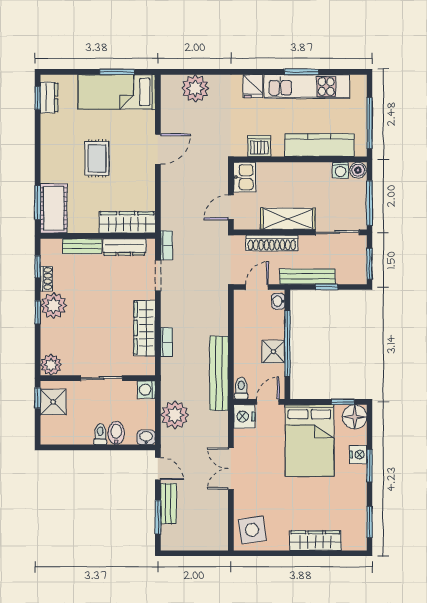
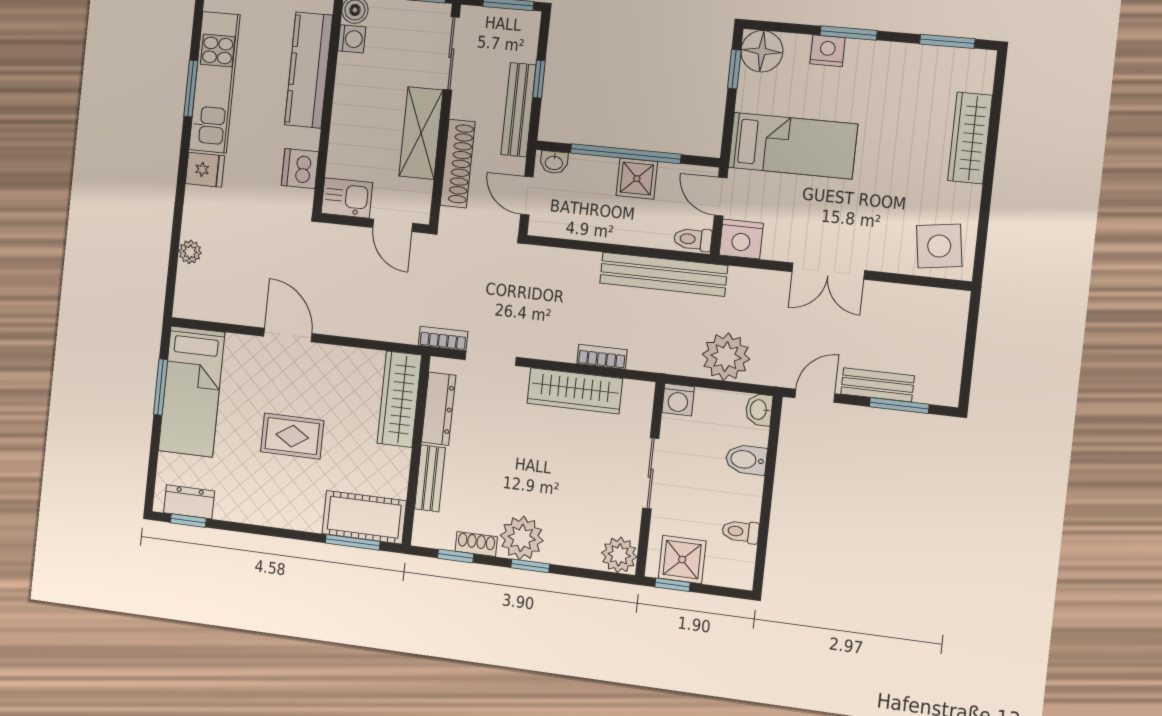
plant: (195, 88) -> (190, 252), width x0.53, depth x0.53
toilet: (100, 434) -> (740, 532), moved
bed: (310, 441) -> (793, 146), width x0.67

